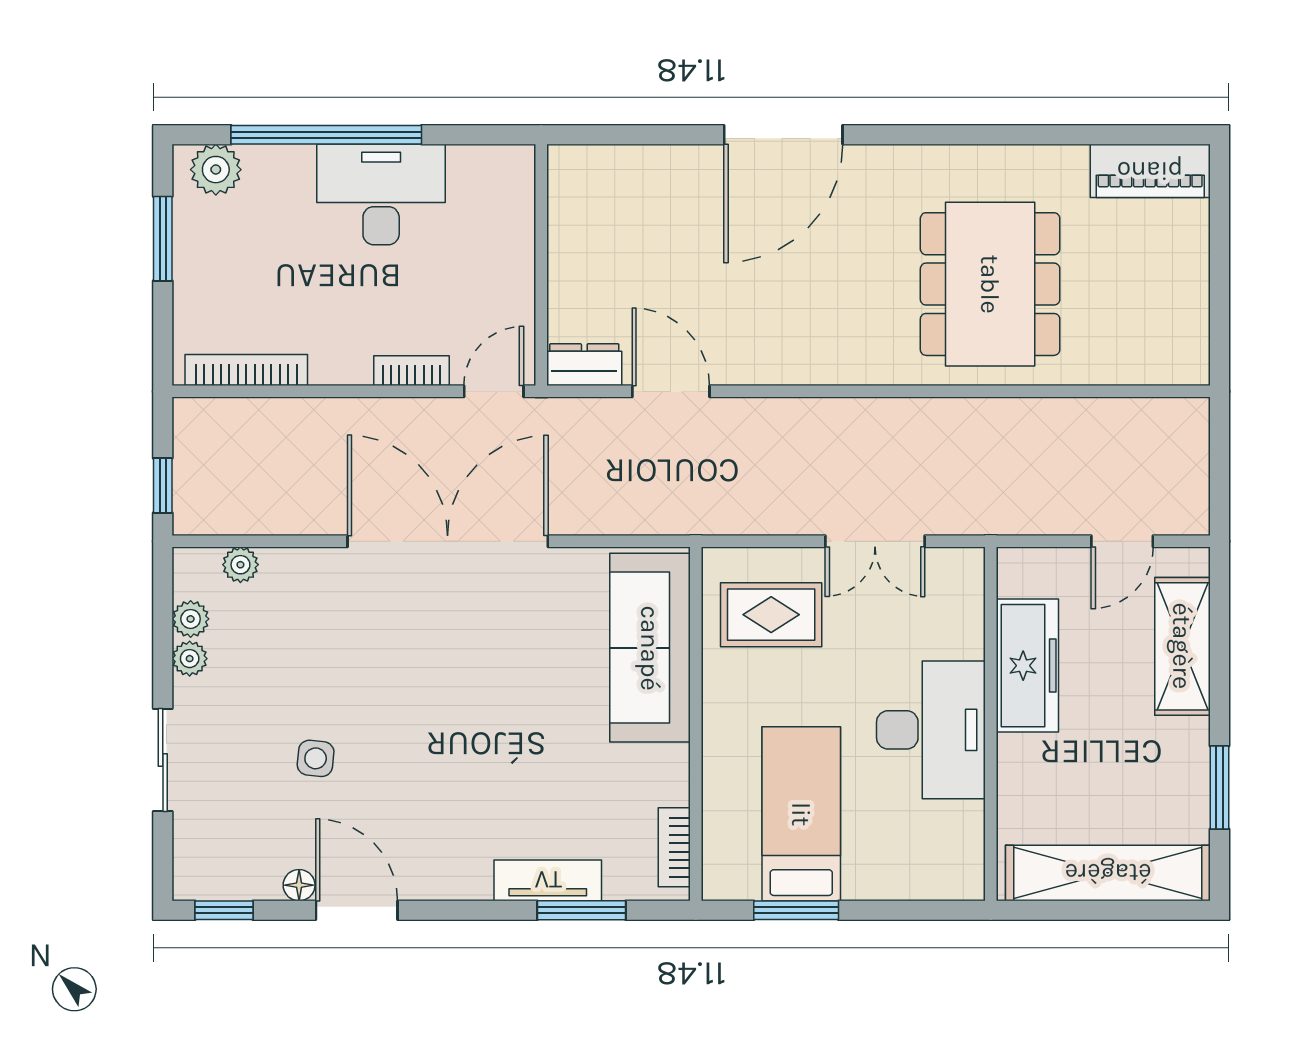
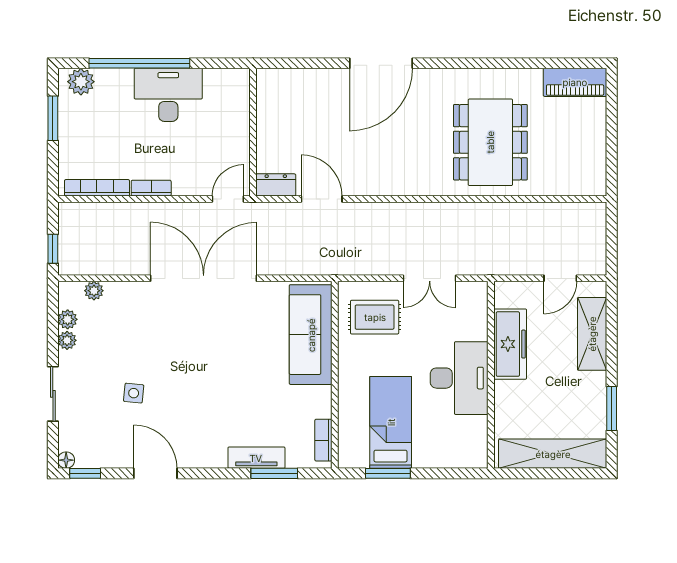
bookcase: (411, 371) -> (151, 188), moved
floor lamp: (299, 885) -> (66, 460), moved

